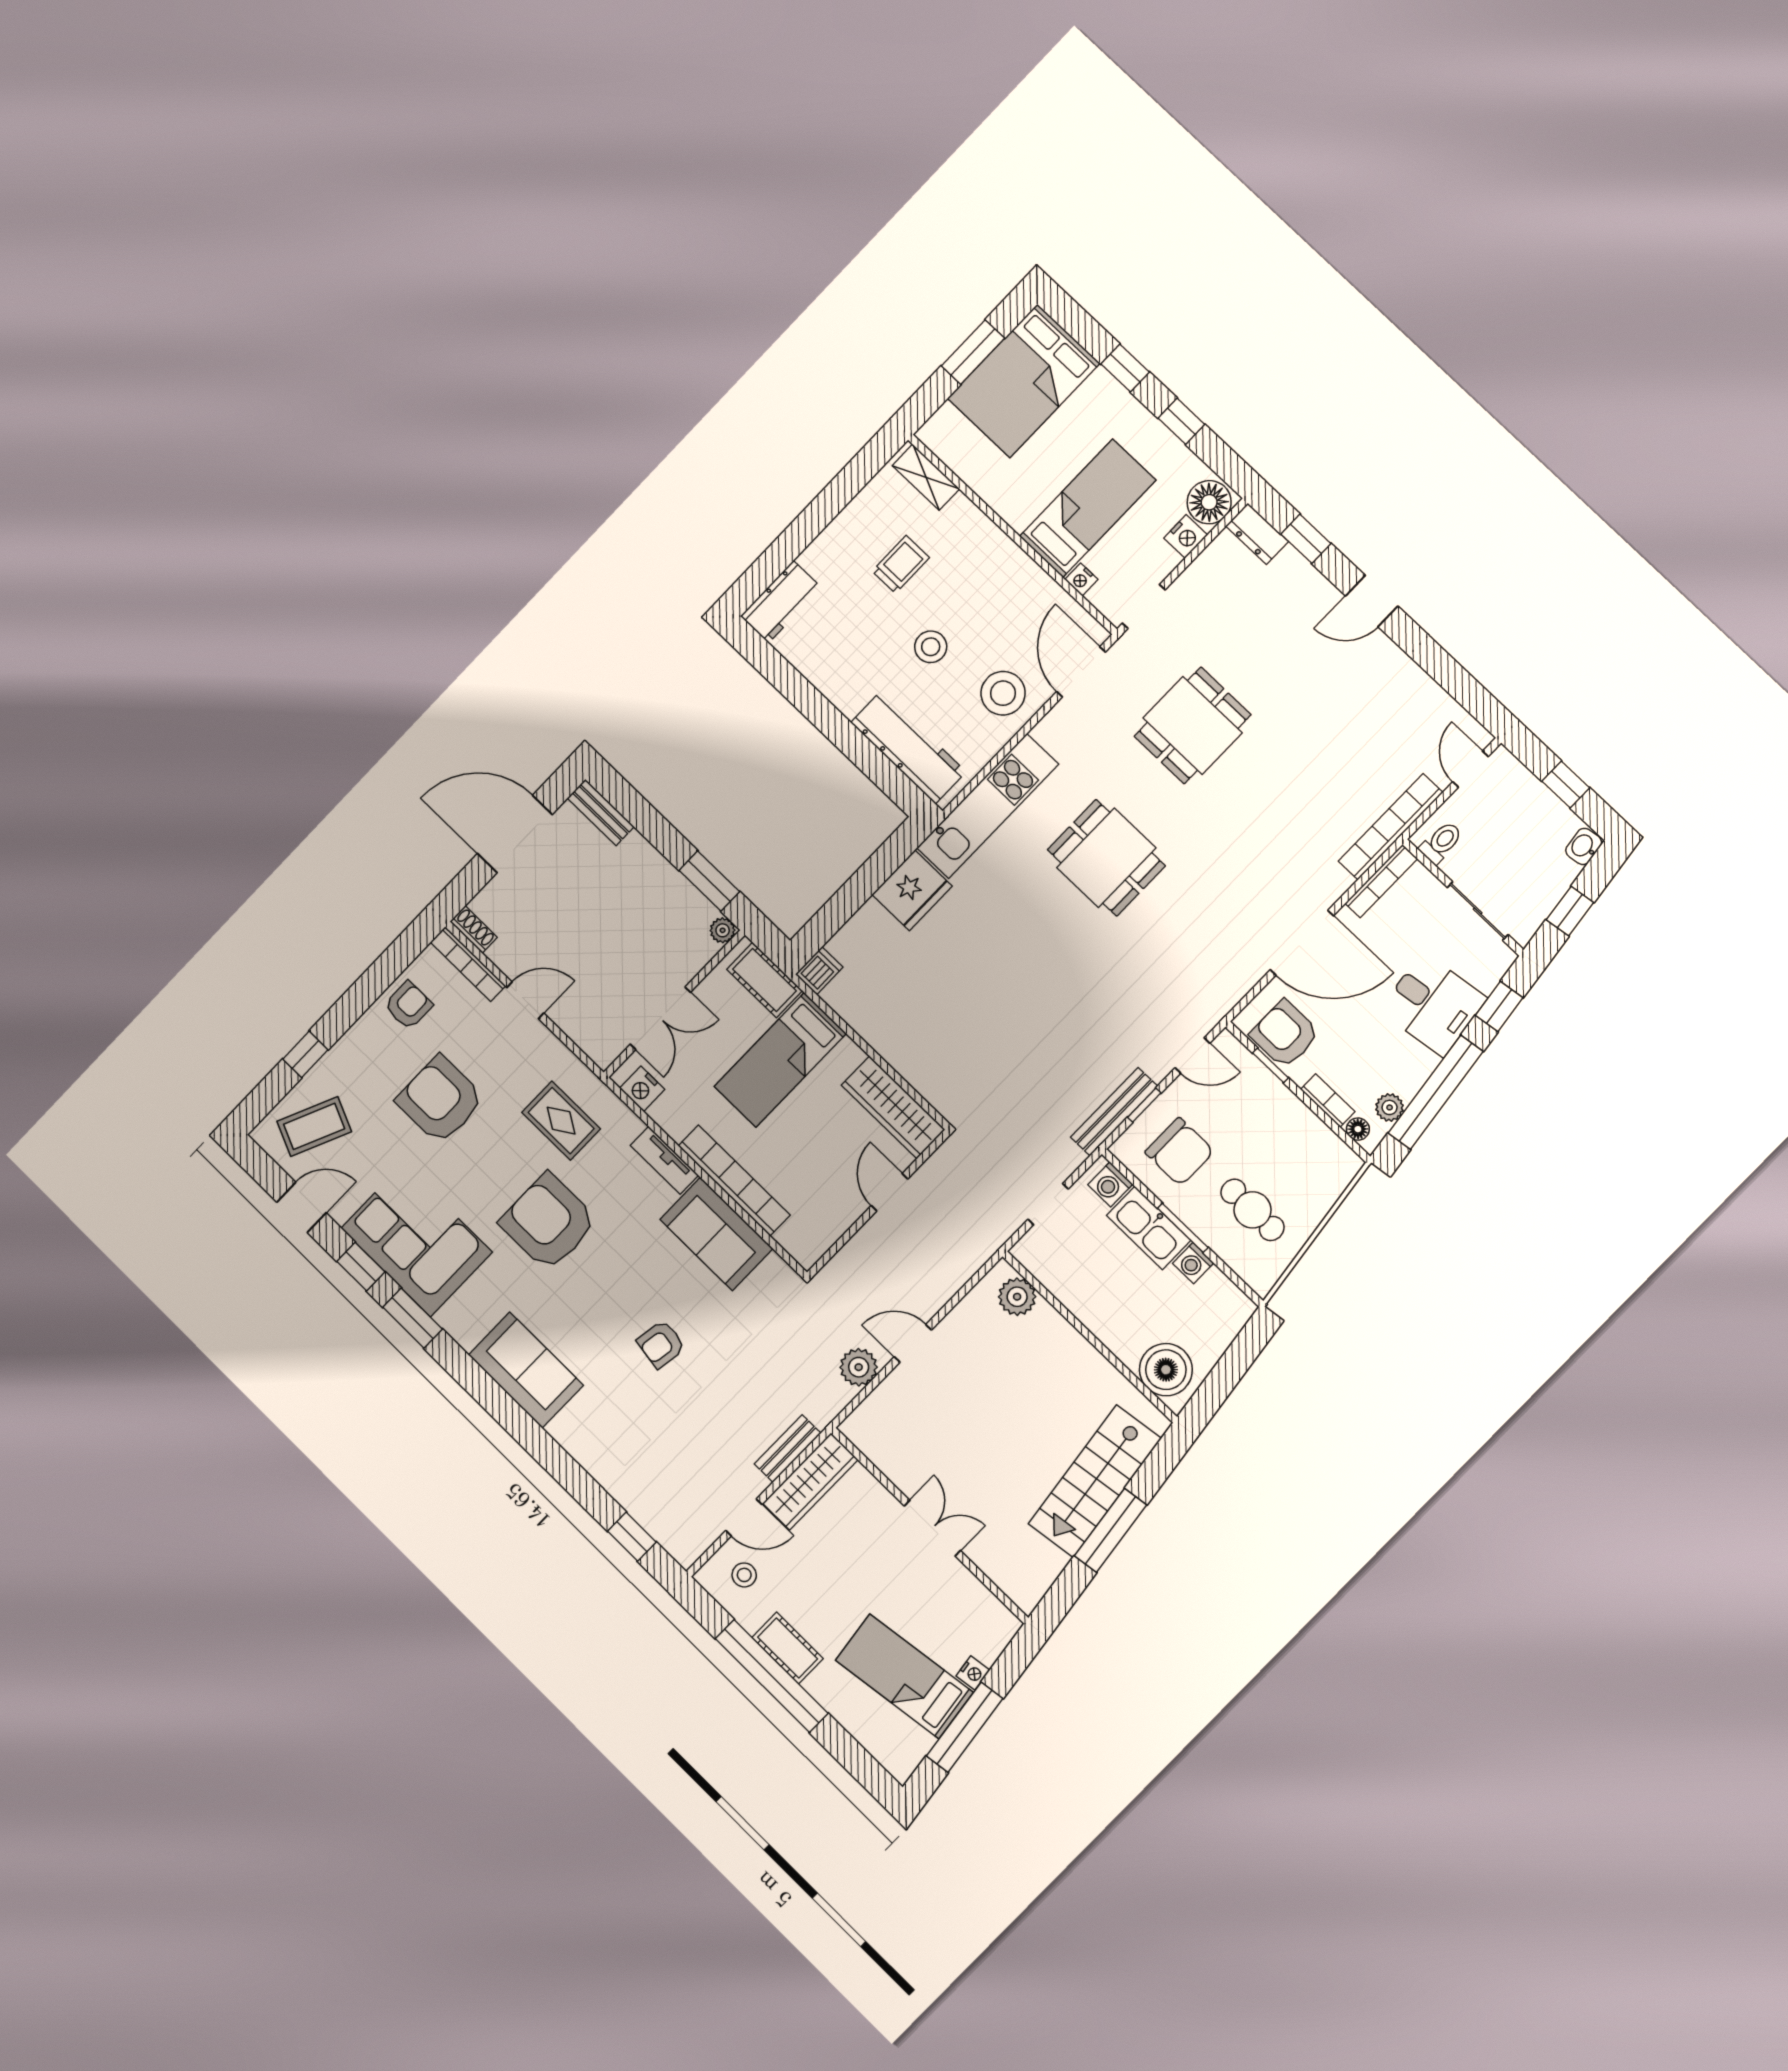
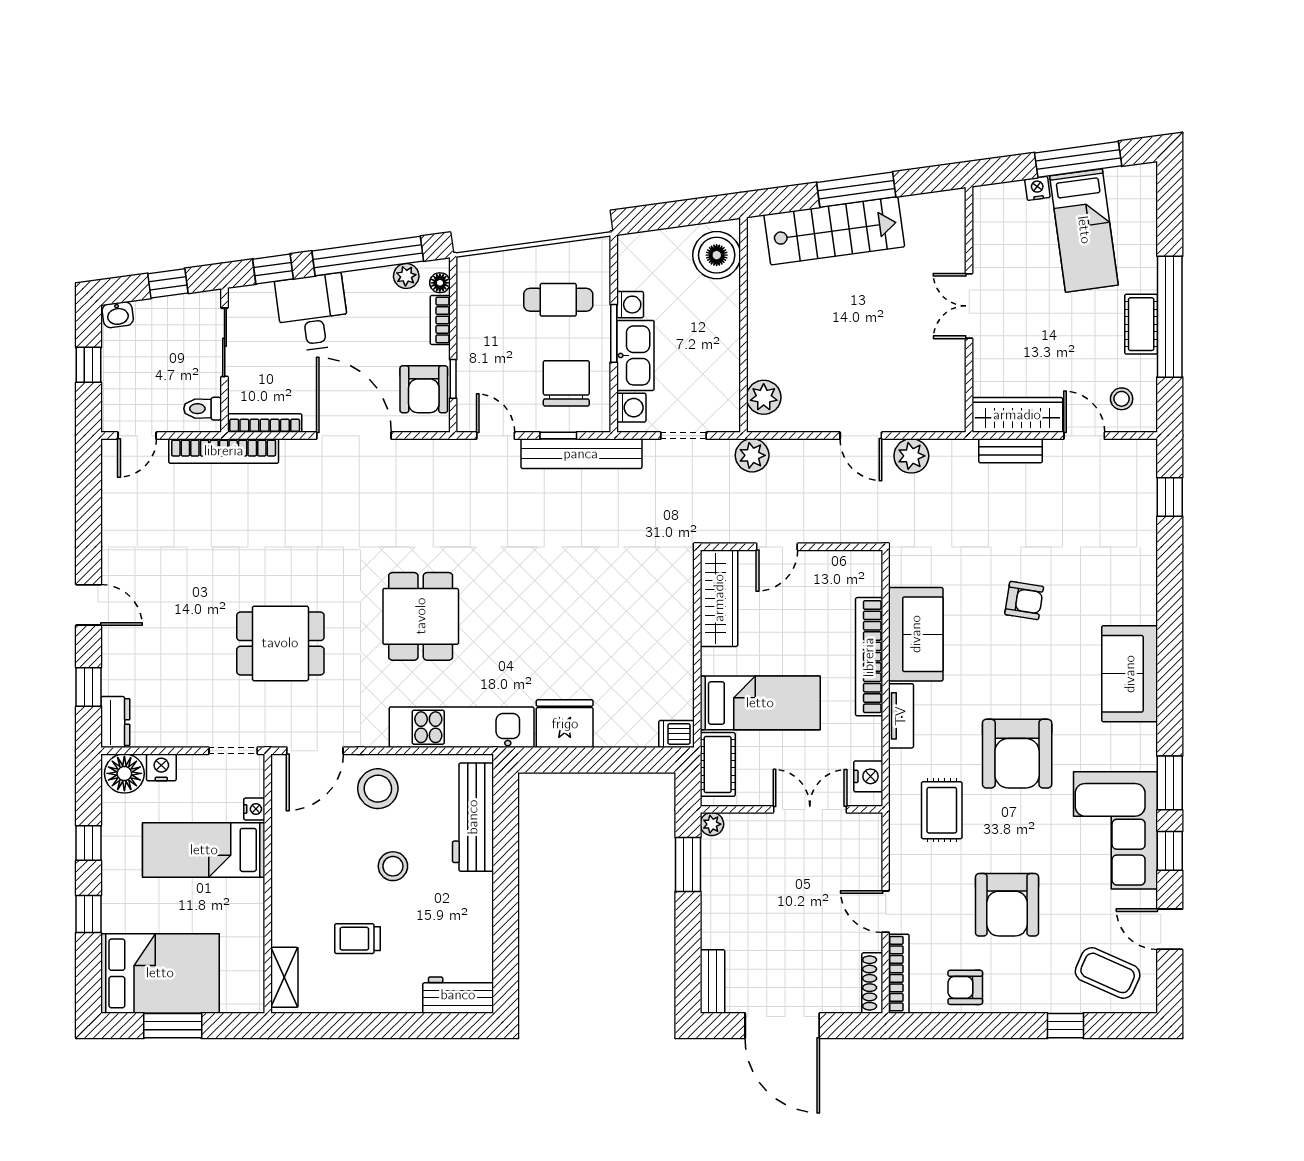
shoe rack: (474, 929) -> (872, 983), width x1.43
bench: (1114, 1112) -> (581, 454), width x1.37, depth x1.21
cafe table: (1253, 1210) -> (558, 300), turned 90
plant: (980, 1243) -> (752, 455), added

